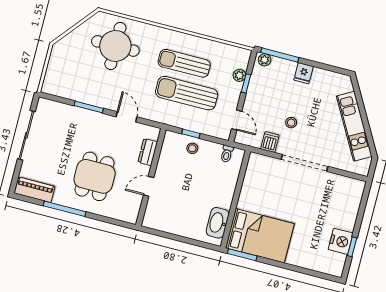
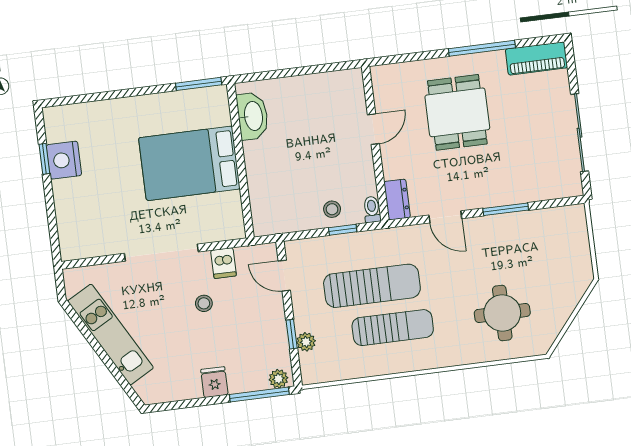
round table: (115, 46) -> (502, 313), width x0.73, depth x0.73
dresser: (148, 152) -> (397, 200), moved
toilet: (227, 154) -> (372, 209), moved
bed: (260, 236) -> (189, 163), moved

